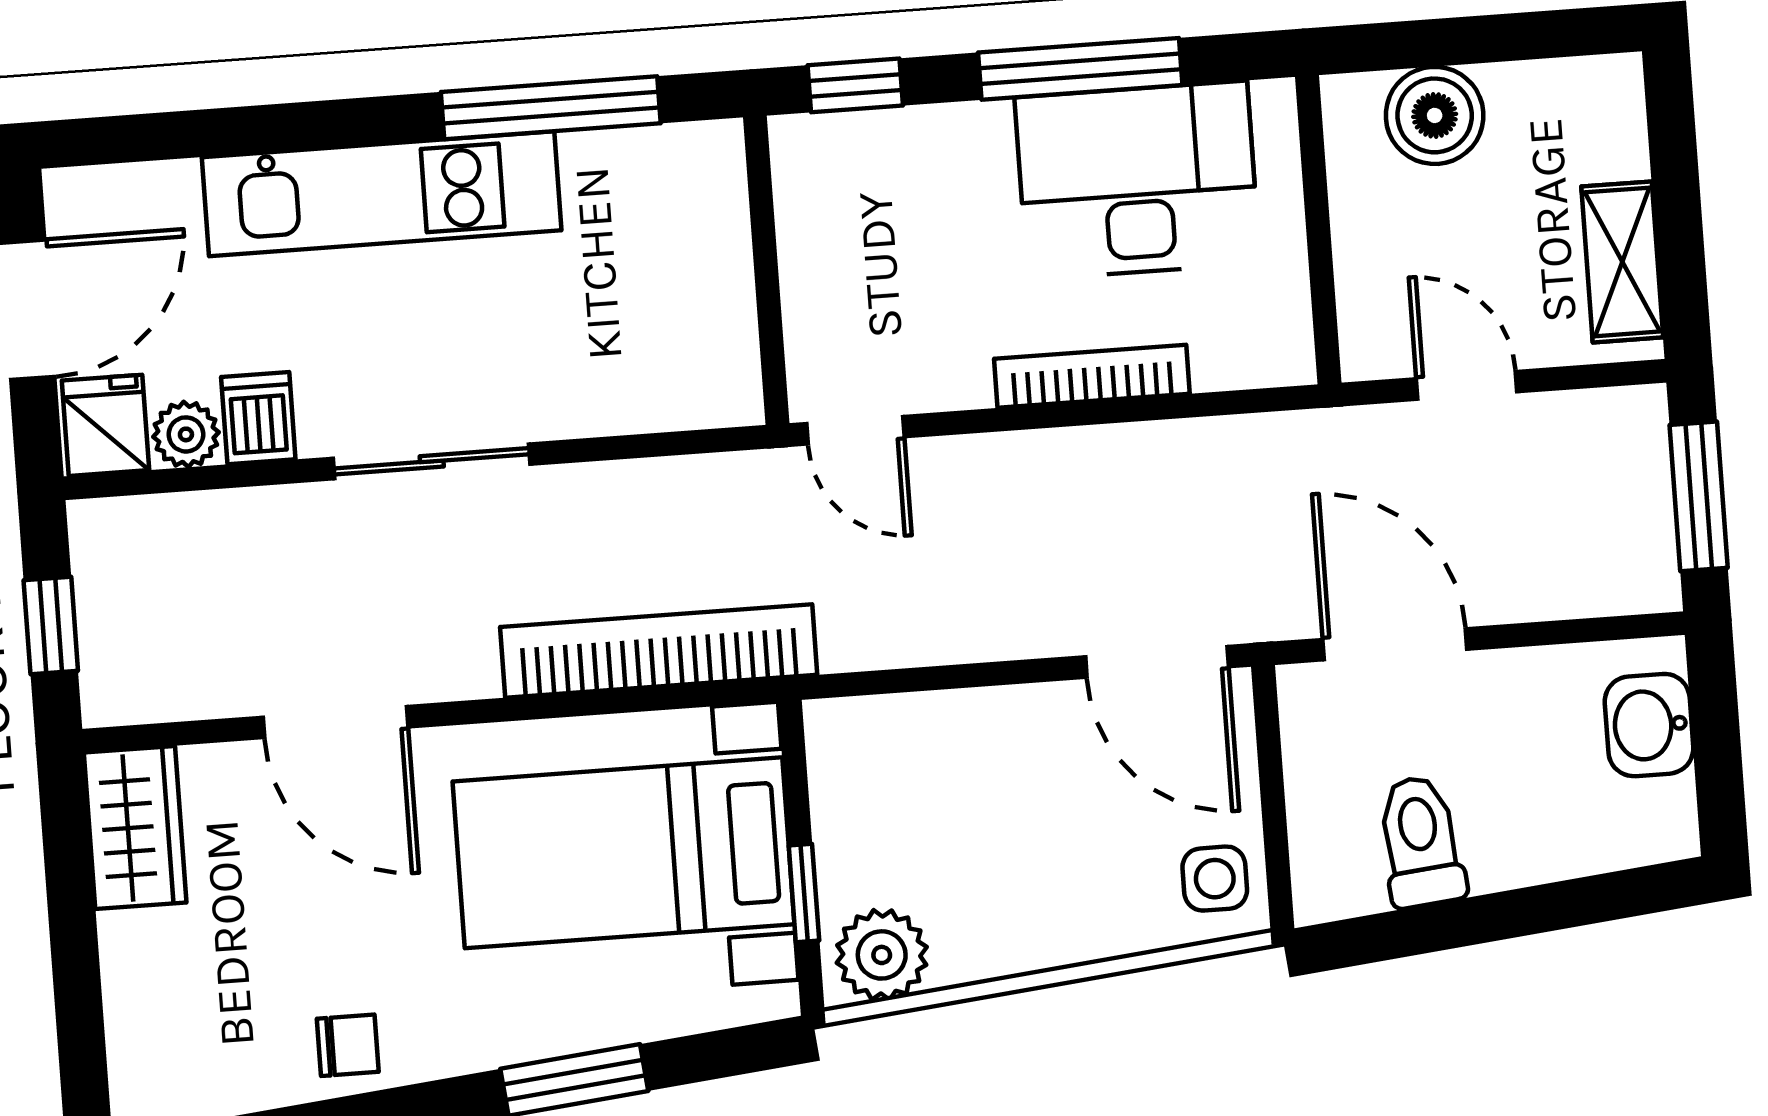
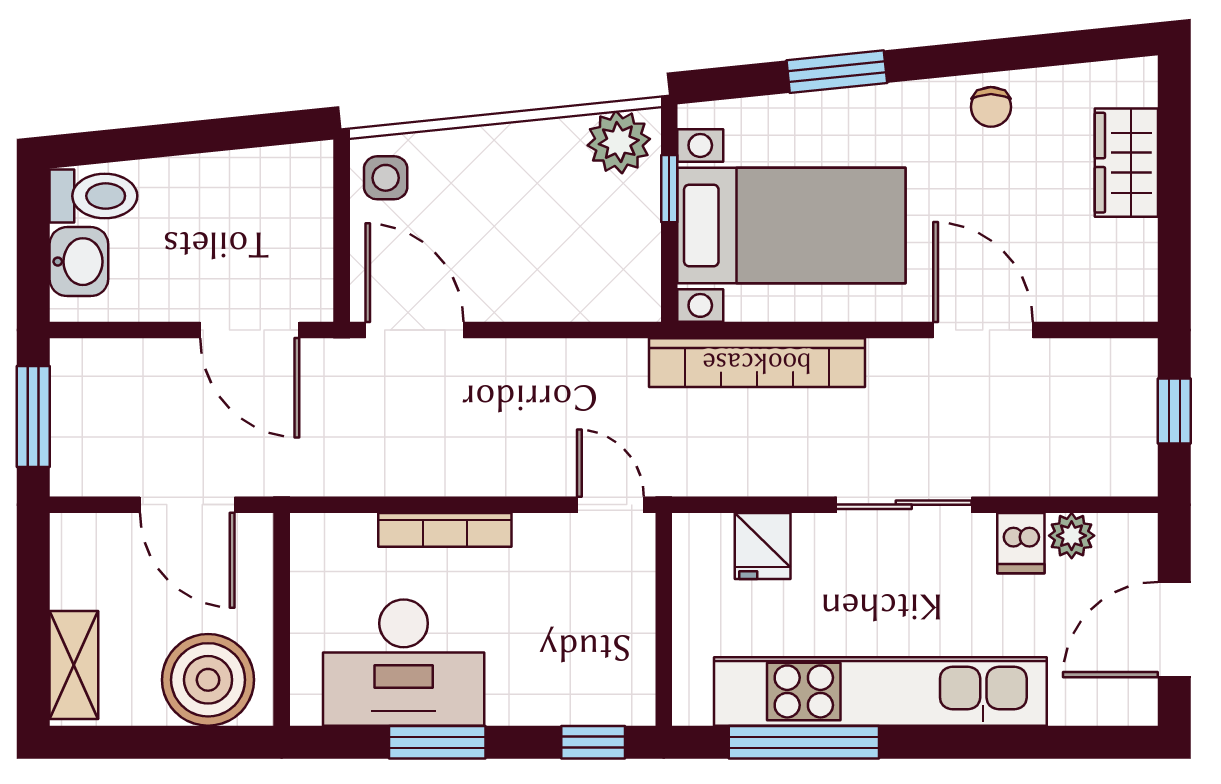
window: (1080, 69) -> (437, 742), width x0.69
boiler: (1435, 115) -> (208, 680), width x1.37, depth x1.37
kitchen unit: (382, 194) -> (880, 691), width x1.36
shelving: (1622, 262) -> (74, 665), moved
door: (1467, 385) -> (187, 505), width x1.38
fridge: (106, 425) -> (763, 546), moved
wardrobe: (135, 828) -> (1126, 163), moved
toilet: (1421, 842) -> (93, 196), moved, turned -84
chair: (348, 1045) -> (991, 107), turned -90

